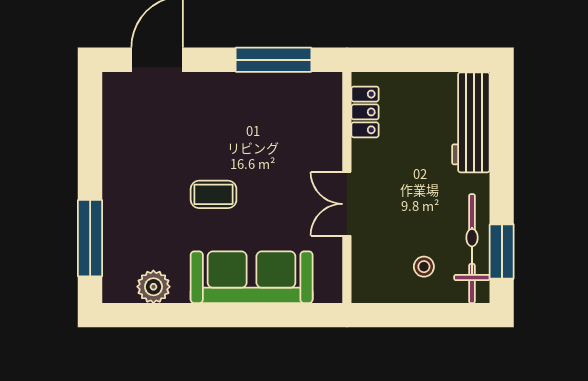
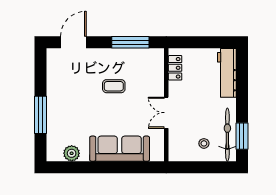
coffee table: (214, 194) -> (114, 86), moved
window: (90, 238) -> (41, 115), moved

